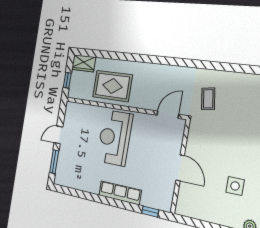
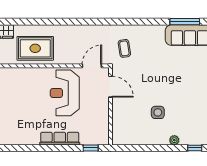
reception desk: (115, 138) -> (65, 93), moved
door: (180, 168) -> (110, 87), moved

